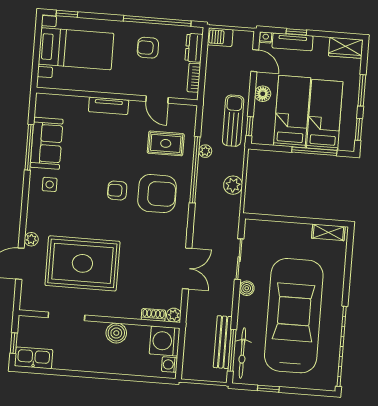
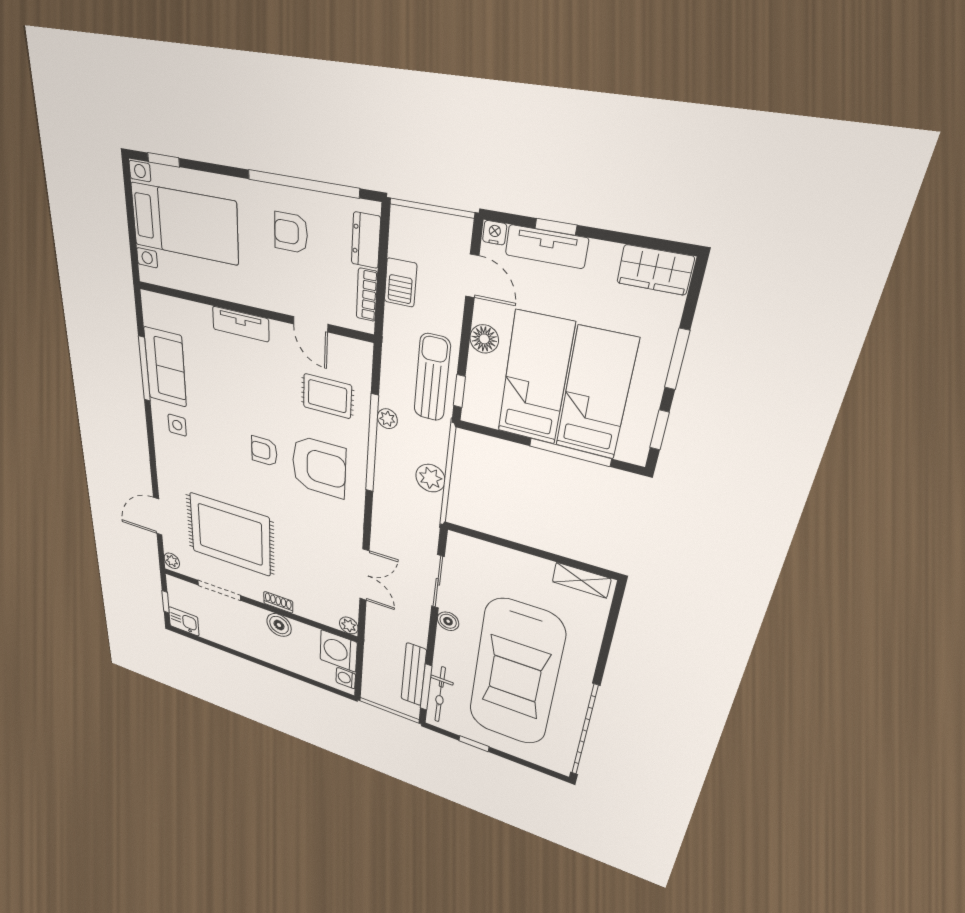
barbecue: (220, 37) -> (400, 283), moved, turned -90
plant: (31, 239) -> (172, 561), moved
shoe rack: (153, 315) -> (278, 602), moved
car: (294, 316) -> (516, 673), turned 180
kitchen sink: (34, 358) -> (184, 621), width x0.73

